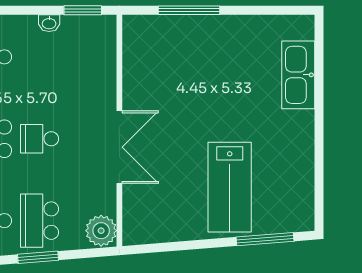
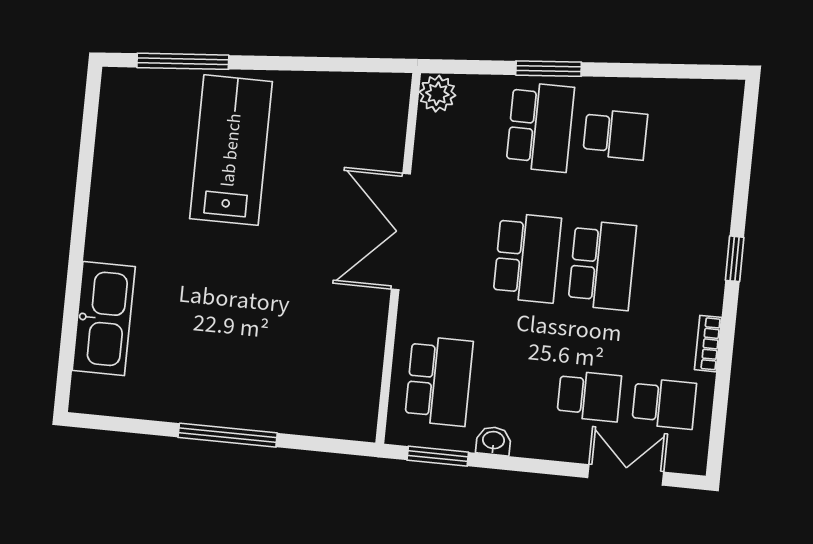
window: (189, 10) -> (228, 435), moved
school desk: (87, 57) -> (439, 381), added
school desk: (40, 139) -> (527, 258), width x1.85
plant: (101, 231) -> (437, 94), width x0.73, depth x0.73

